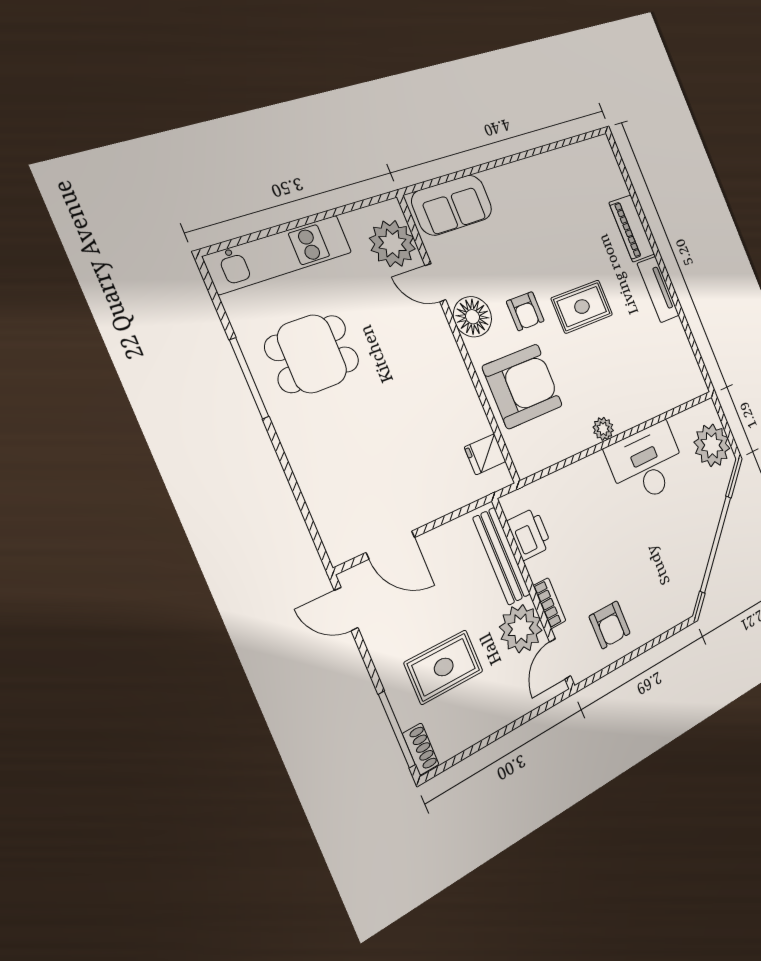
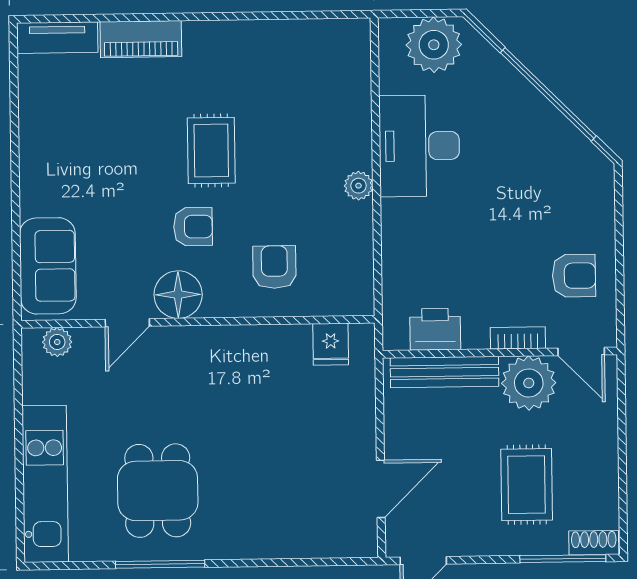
plant: (393, 244) -> (57, 342), width x0.53, depth x0.53
tv unit: (658, 289) -> (57, 38), moved
armchair: (522, 386) -> (274, 267), width x0.53, depth x0.53

